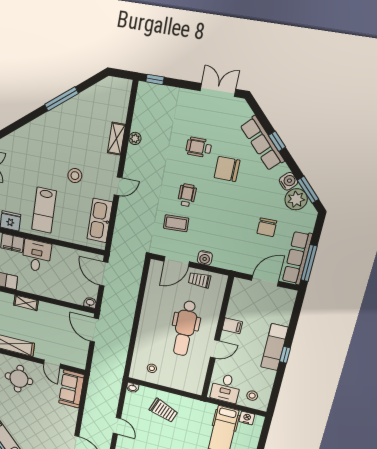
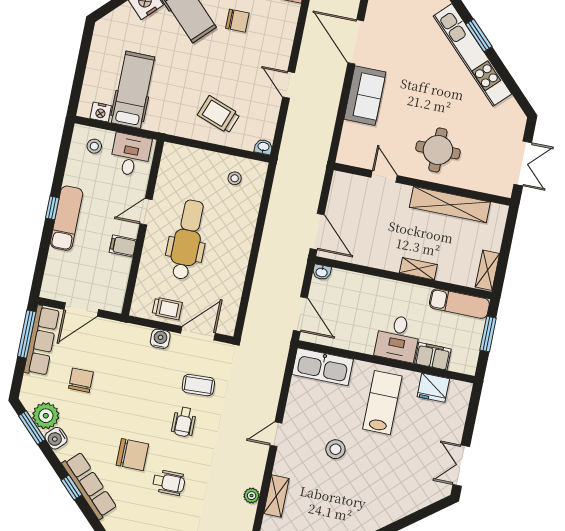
kitchen sink: (100, 221) -> (323, 367), moved, turned 90
sofa: (71, 389) -> (365, 96), moved

